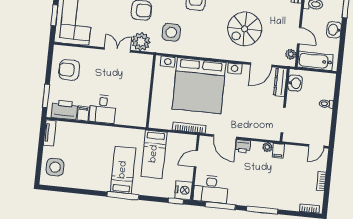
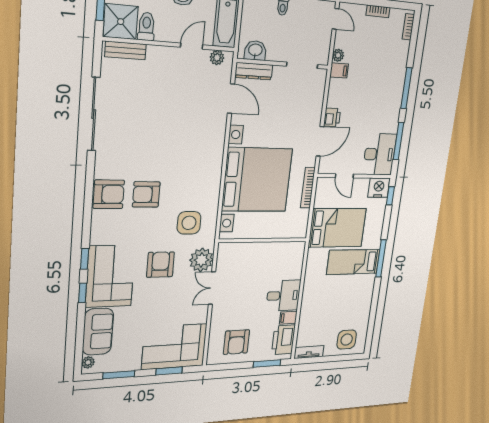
spiral stairs: (245, 29) -> (183, 124), removed
plant: (267, 147) -> (338, 55), moved
bed: (154, 154) -> (337, 228), width x1.50

